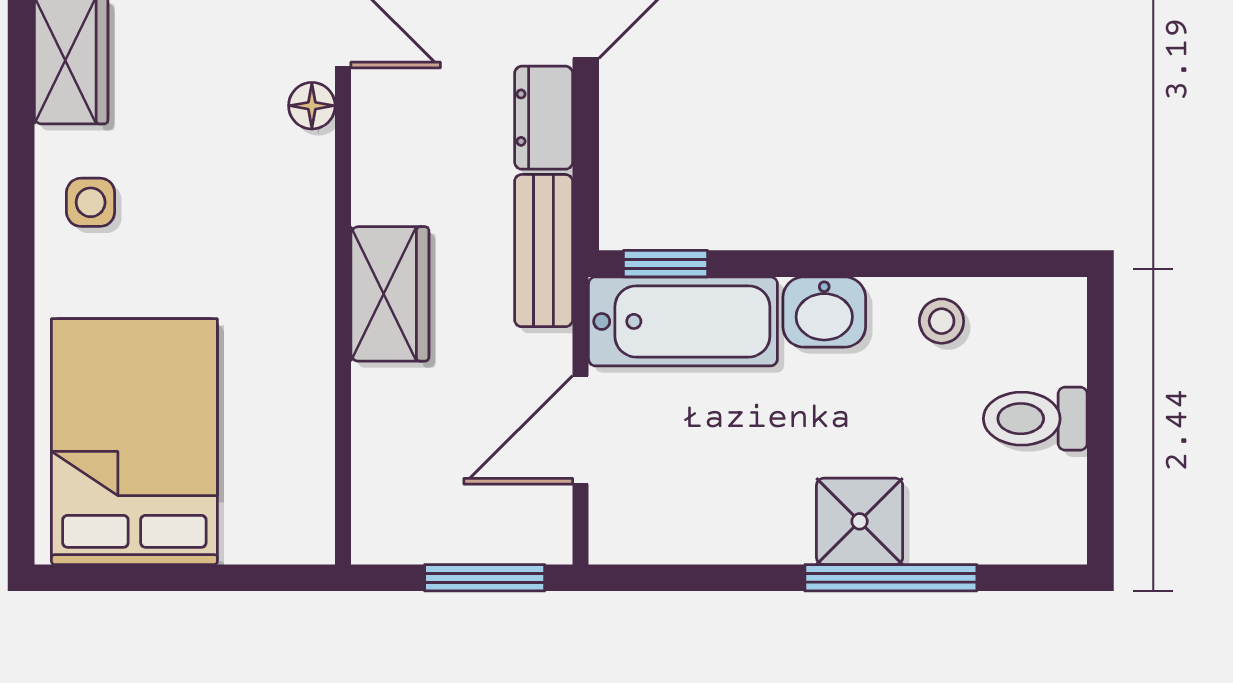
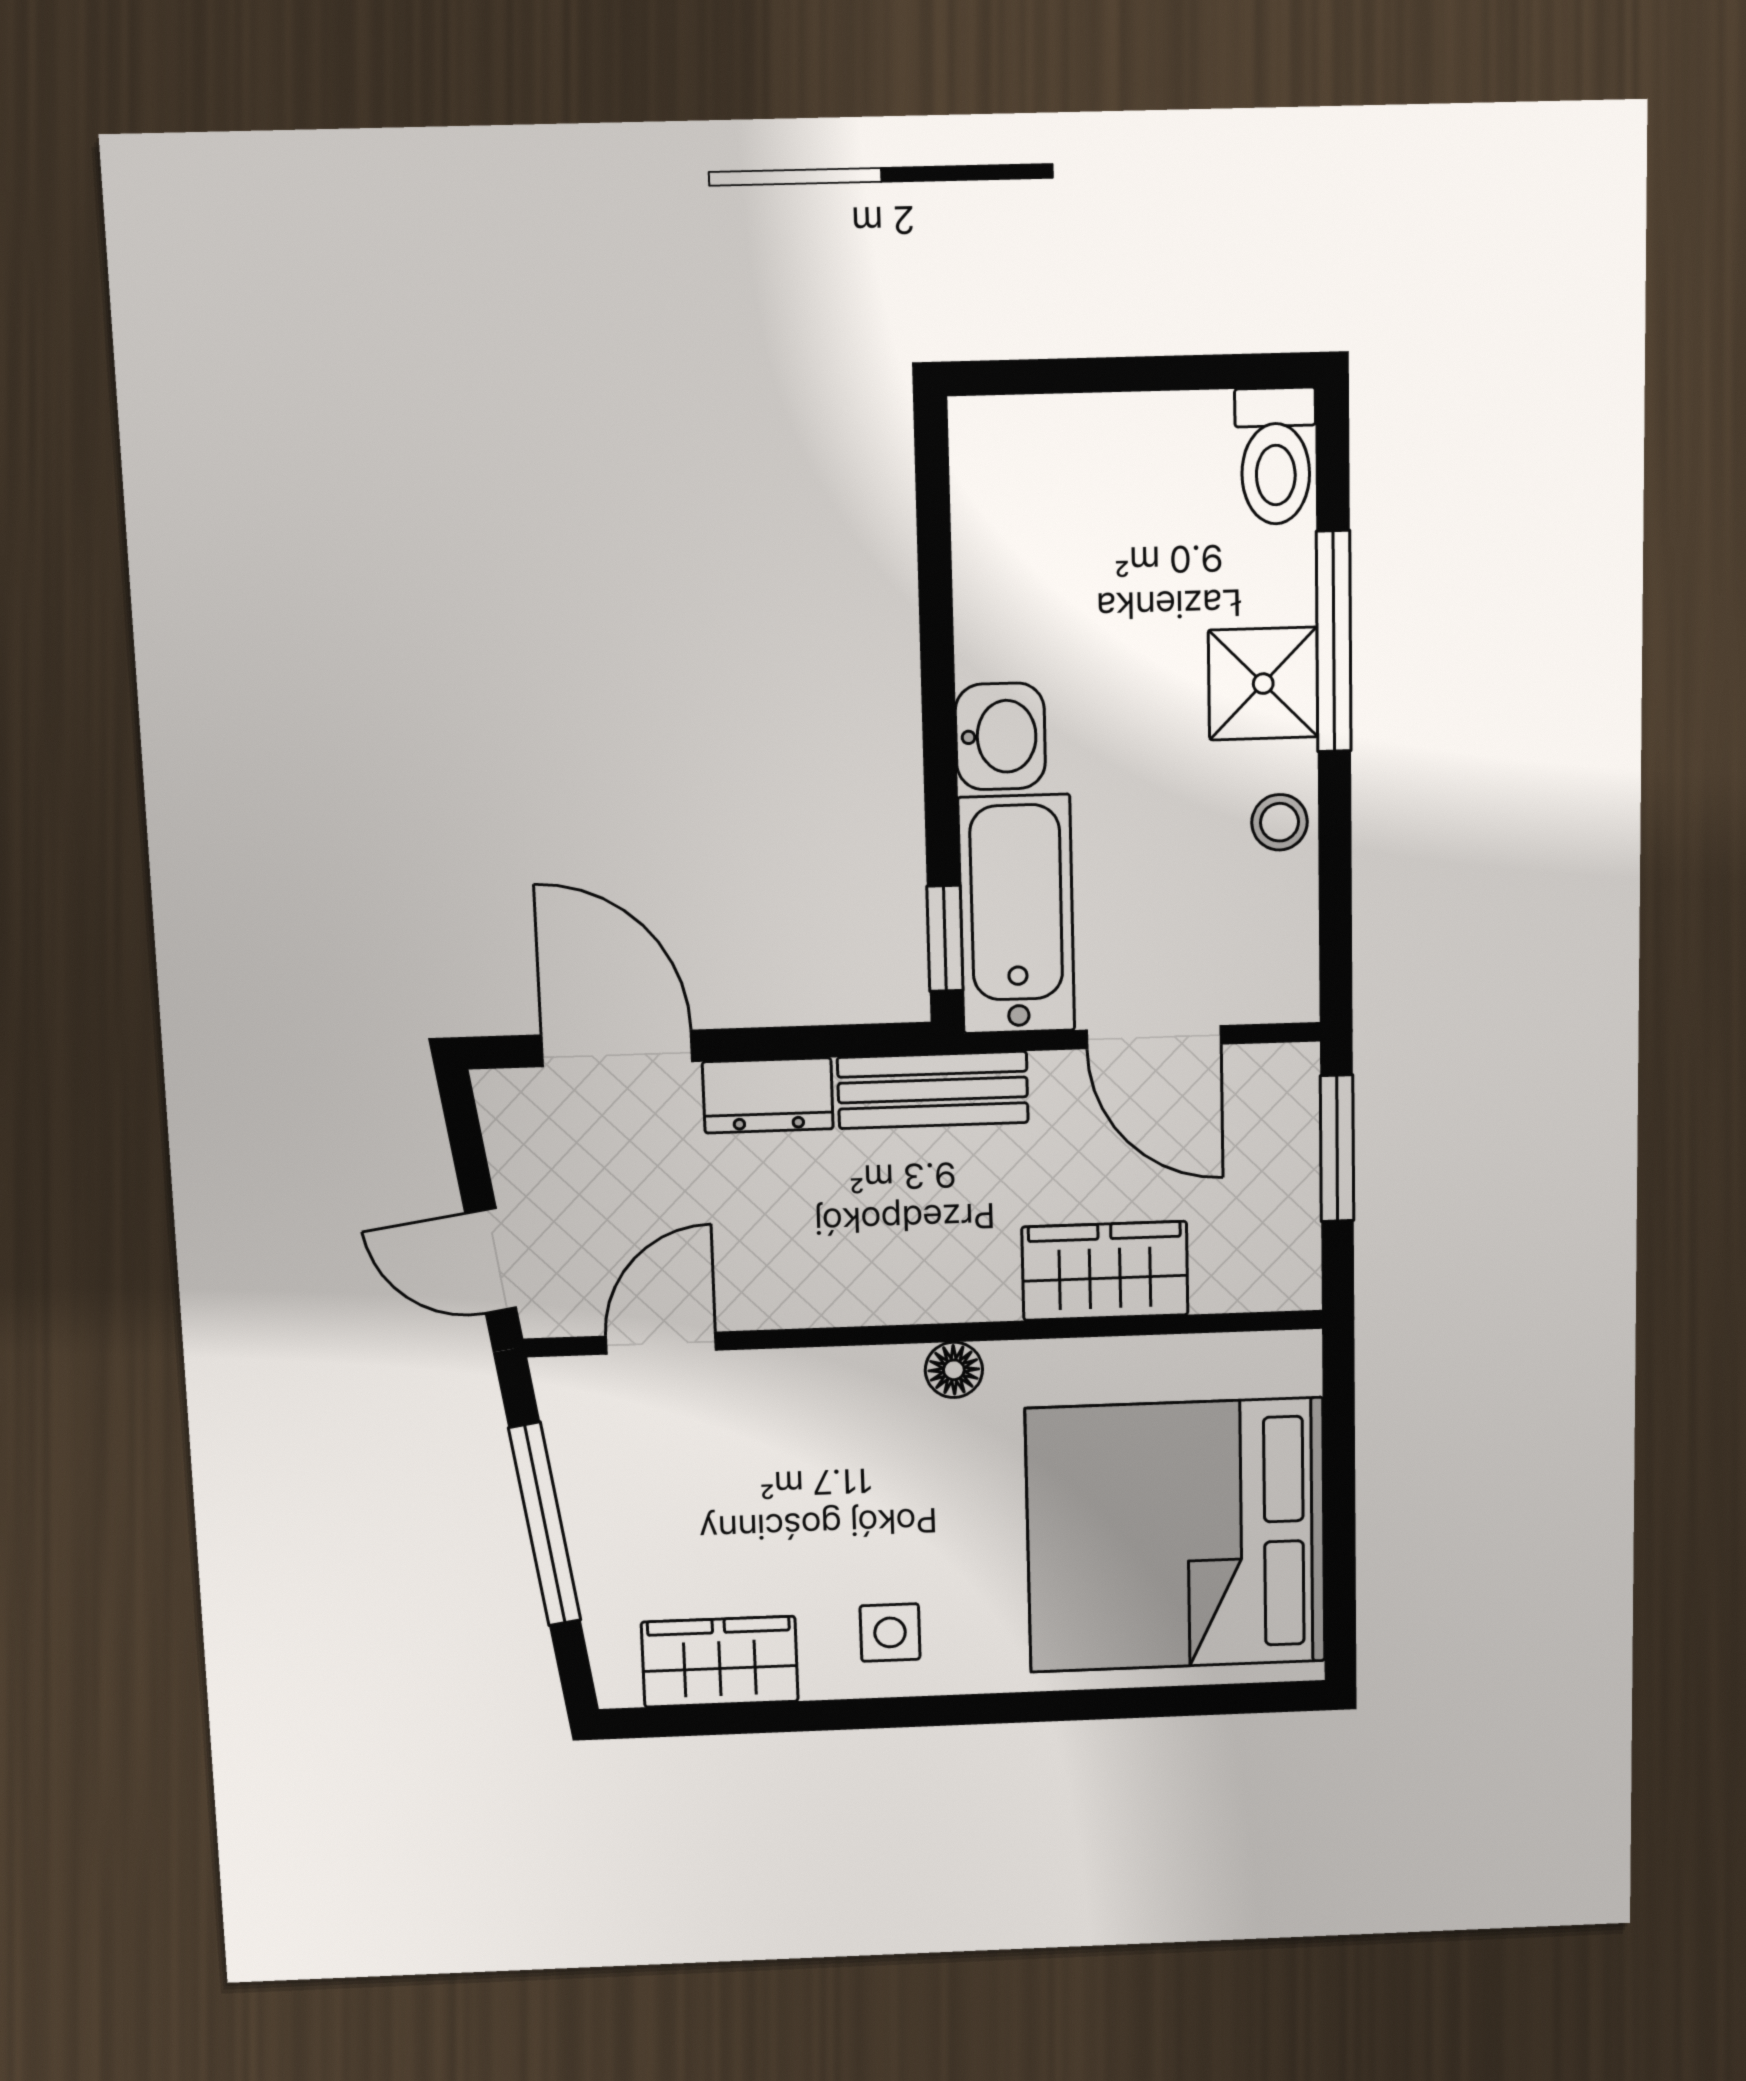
floor lamp: (312, 106) -> (954, 1370), moved
wardrobe: (390, 294) -> (1105, 1271), moved
stool: (942, 321) -> (1280, 822), moved
toilet: (1035, 419) -> (1276, 456), moved
bed: (134, 442) -> (1176, 1535), width x1.36

